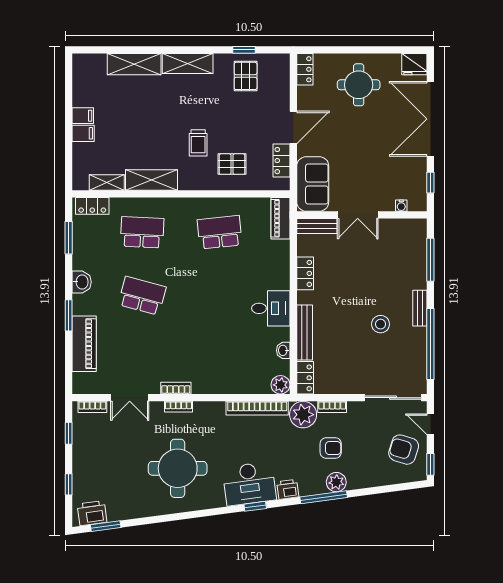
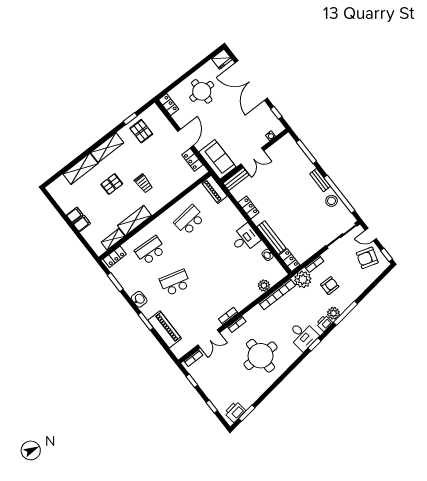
pallet: (232, 164) -> (112, 184), moved
stool: (381, 324) -> (331, 201), moved
plant: (281, 385) -> (264, 286), moved
plant: (336, 482) -> (333, 313), moved
desk: (249, 484) -> (303, 335), width x0.73

